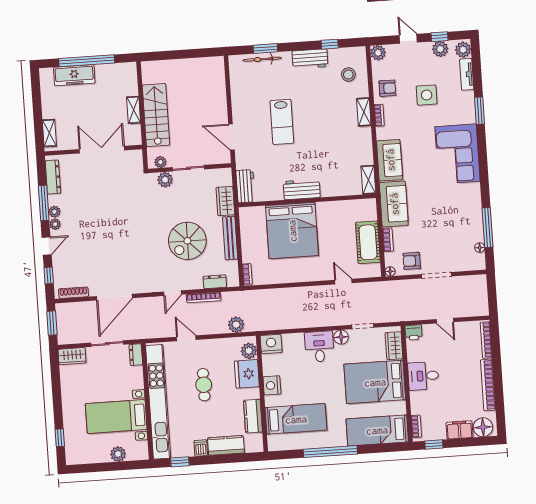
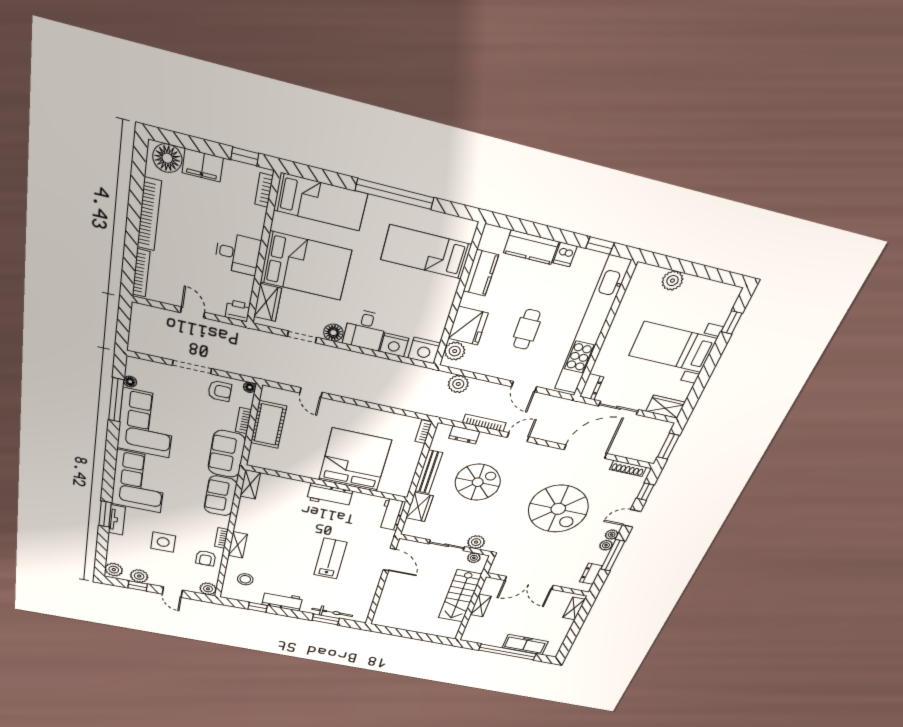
tv unit: (467, 74) -> (117, 520), moved
armchair: (387, 88) -> (206, 558), turned -90
dresser: (53, 177) -> (591, 574), width x0.70
corner sofa: (461, 213) -> (146, 423), added
spiral stairs: (111, 236) -> (558, 509), added
nightstand: (272, 385) -> (394, 345), moved, turned 90
bed with nightstands: (116, 417) -> (673, 347), moved, turned 180

